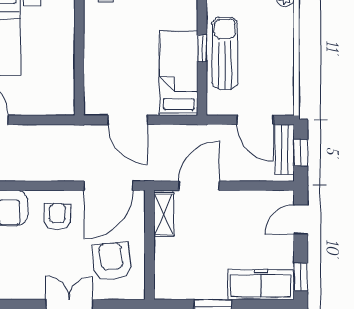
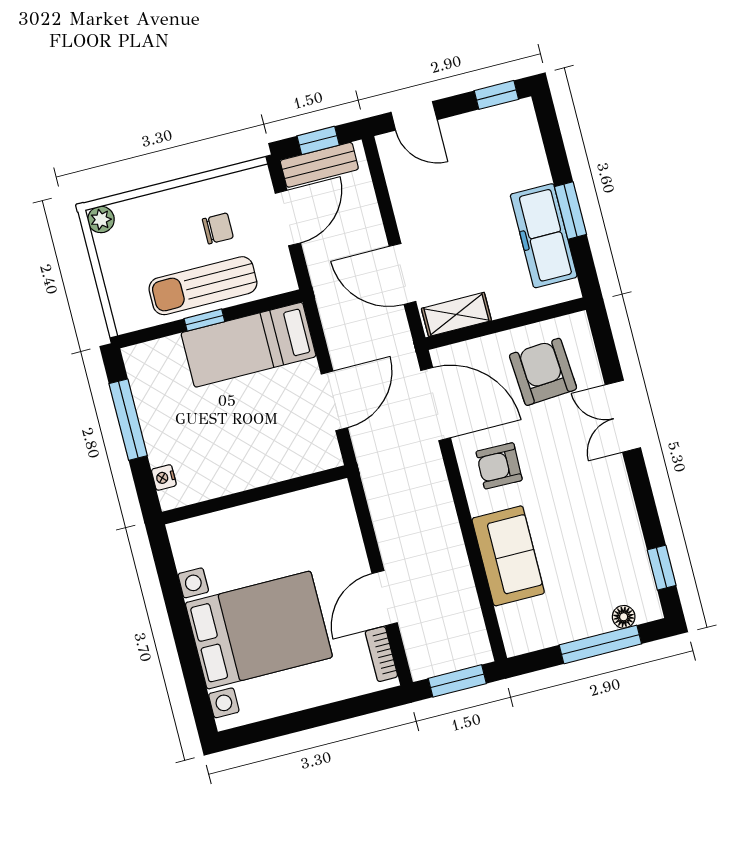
chair: (260, 72) -> (218, 228), added
armchair: (112, 261) -> (543, 372), turned 92
freezer: (261, 284) -> (544, 236), moved

